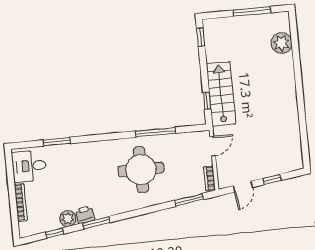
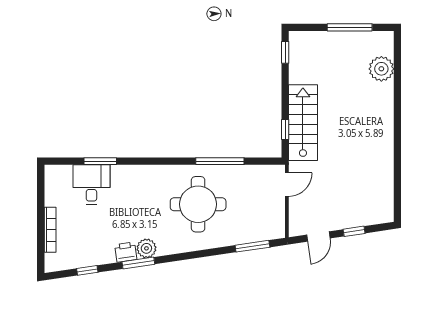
desk: (29, 166) -> (91, 185), moved, turned 90
bookcase: (209, 178) -> (279, 223), removed
plant: (68, 218) -> (146, 248), moved

